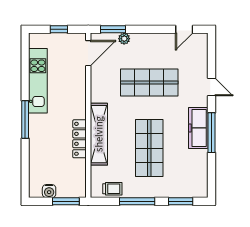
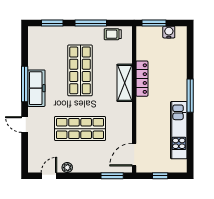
plant: (124, 39) -> (67, 168), moved
shelving: (99, 134) -> (125, 83), width x0.68

